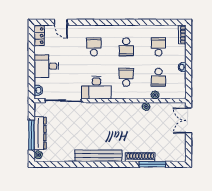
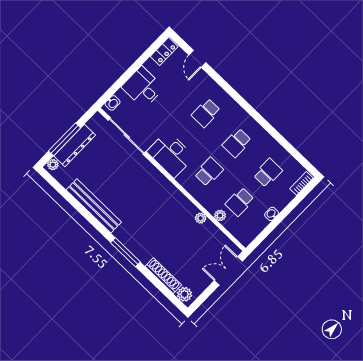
school desk: (94, 47) -> (206, 113), turned 180
bench: (98, 156) -> (94, 206), moved
plant: (177, 156) -> (184, 294), added
shoe rack: (140, 157) -> (163, 276), moved
window: (152, 164) -> (125, 252), moved

